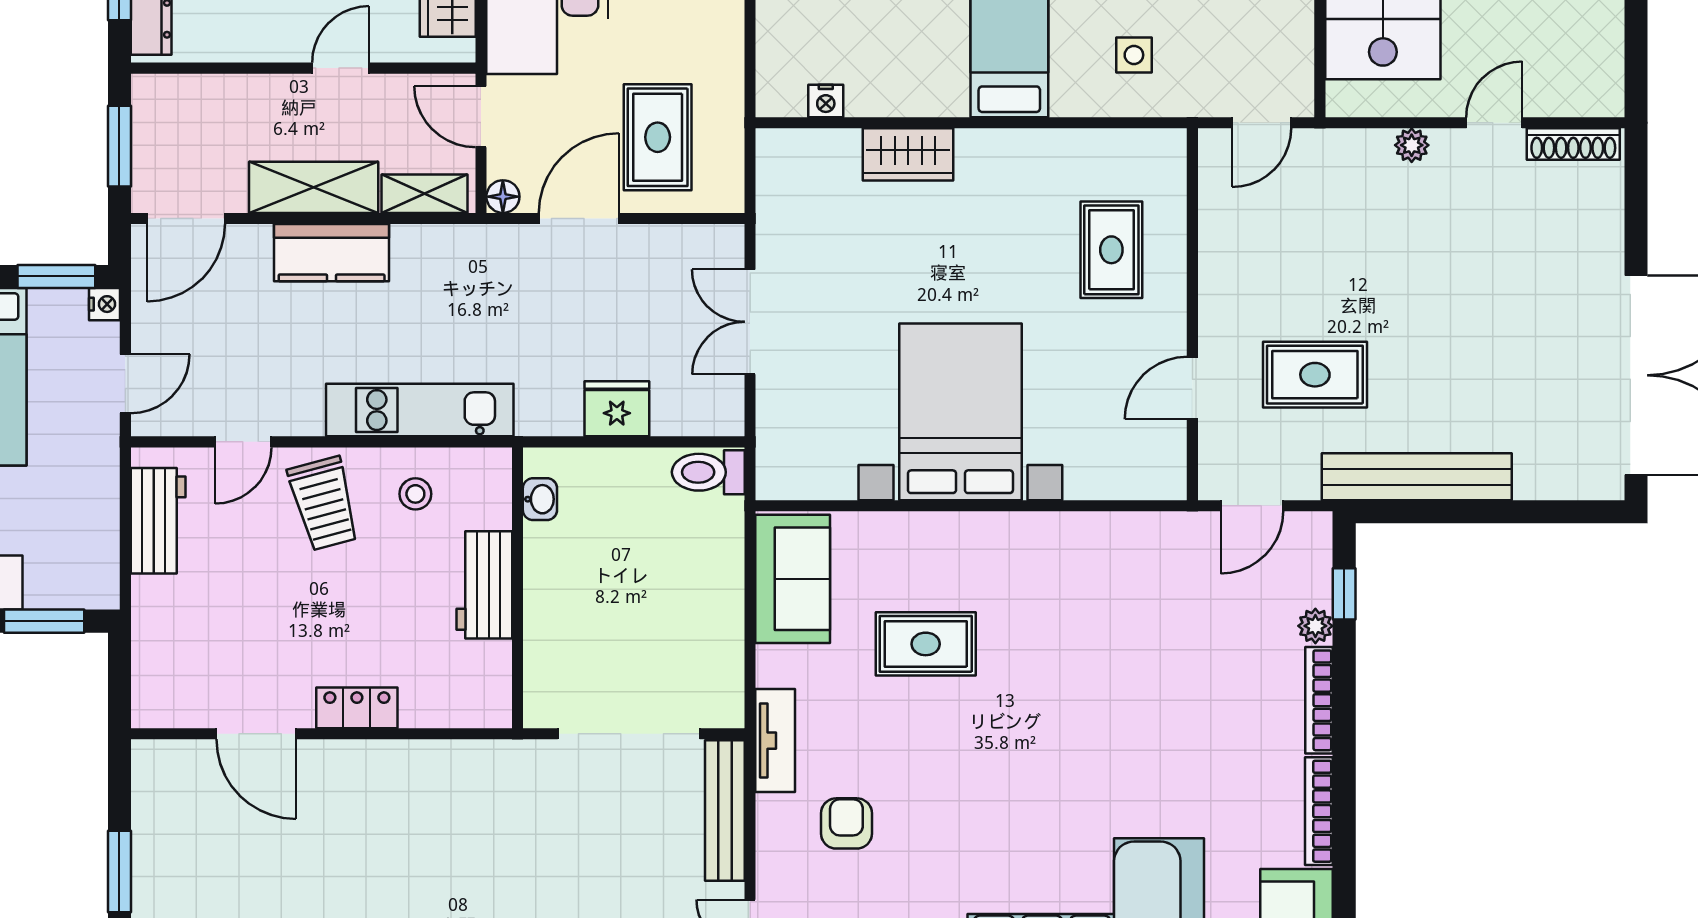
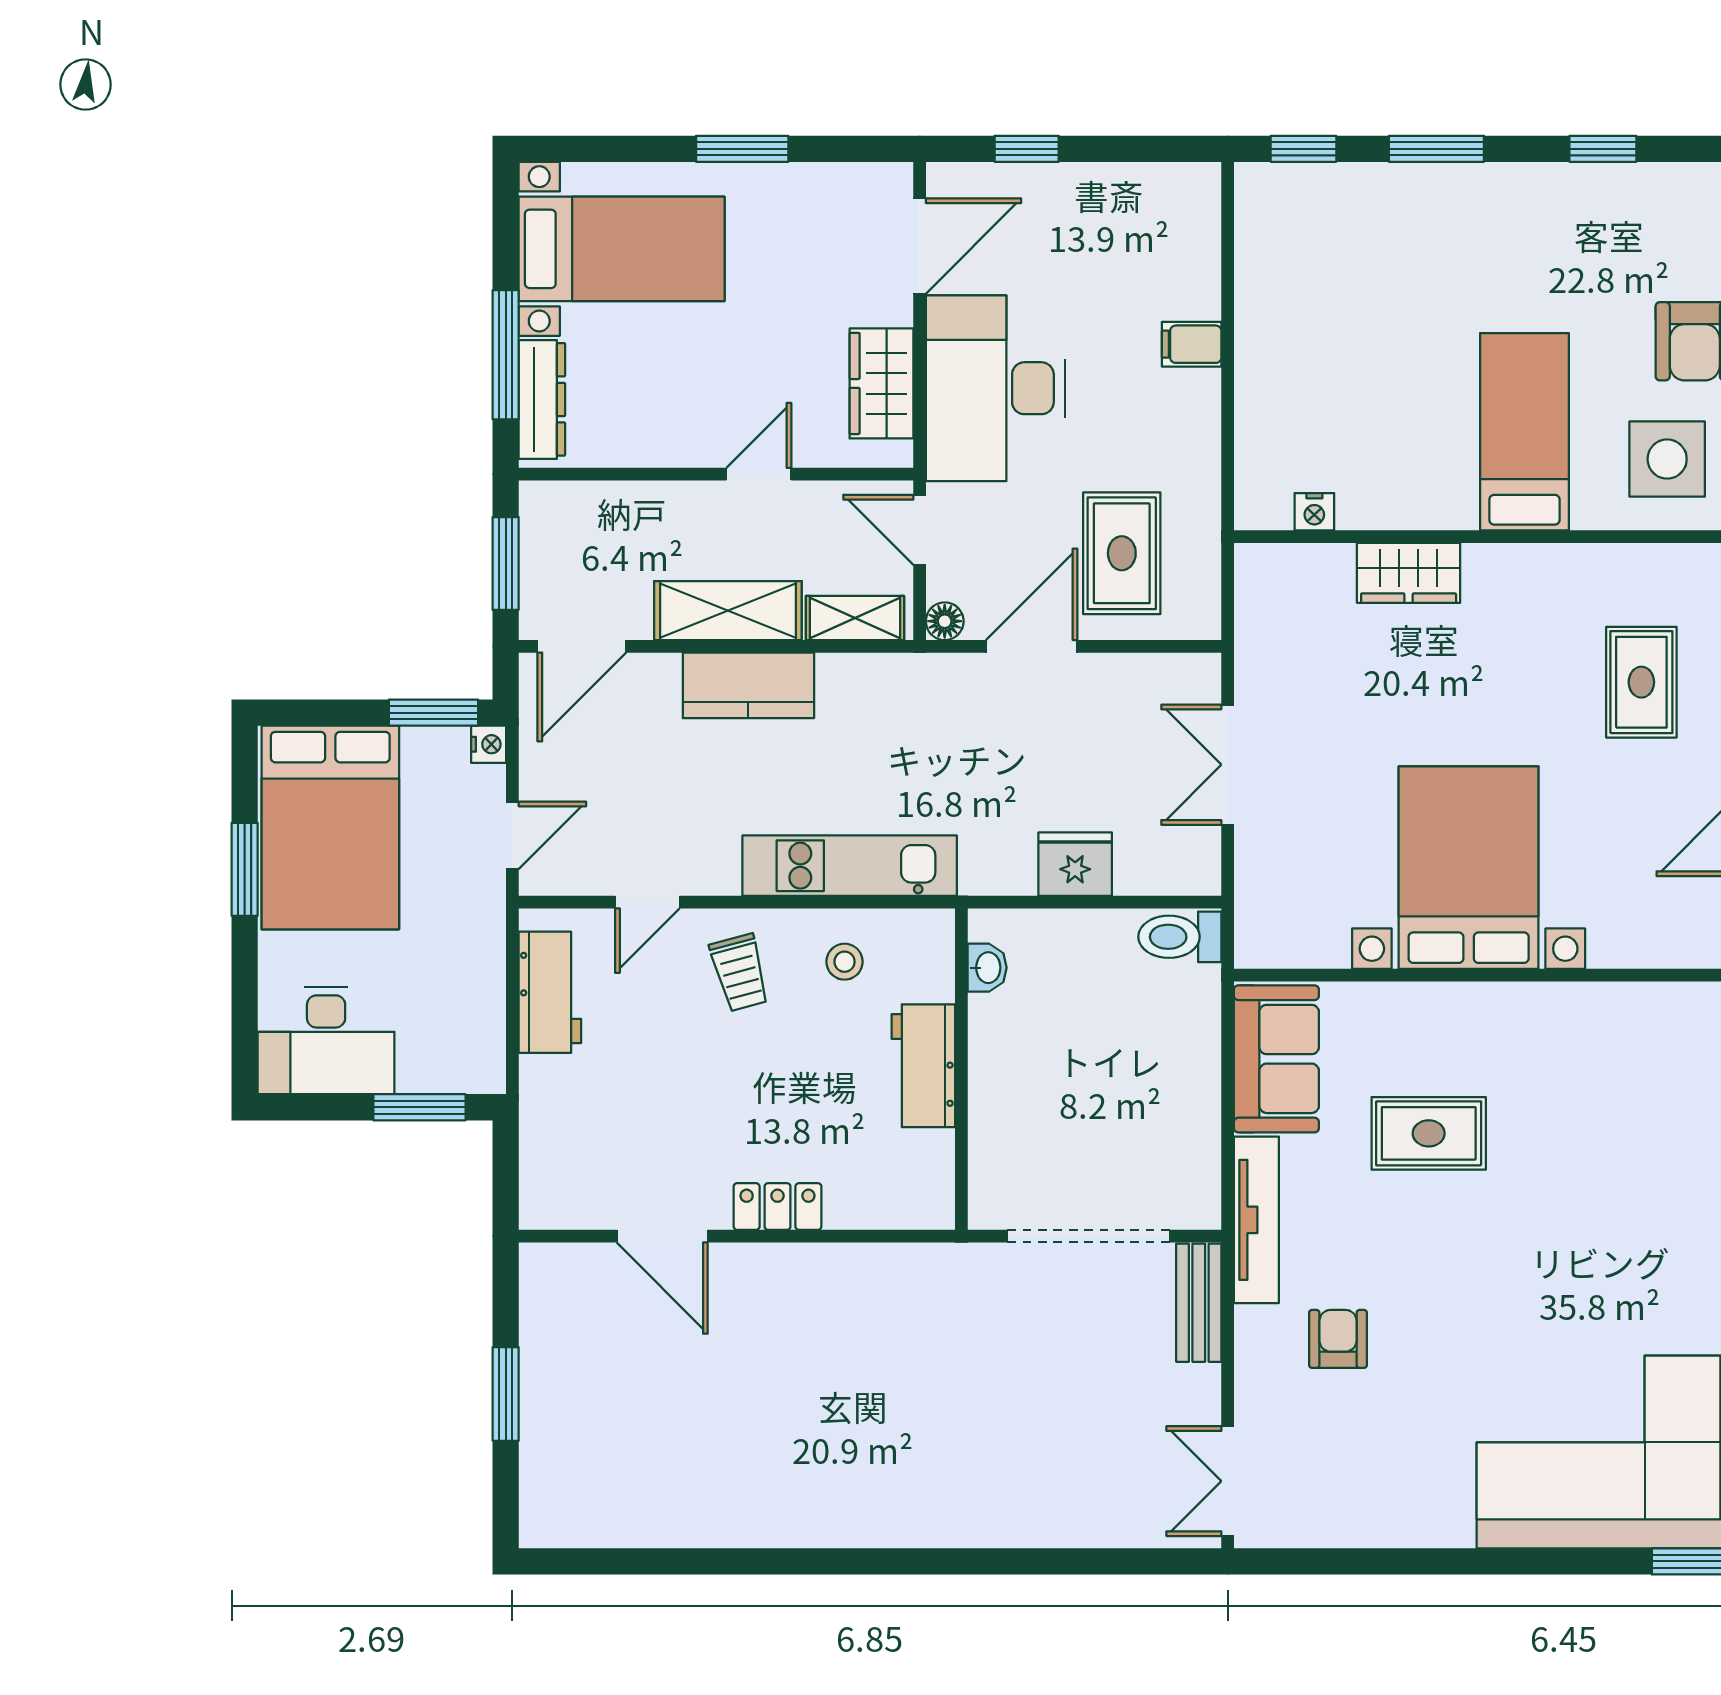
side table: (1134, 55) -> (1667, 459), width x1.87, depth x1.87
trolley: (324, 503) -> (740, 973), width x0.73, depth x0.72
tv unit: (775, 741) -> (1256, 1220), width x1.41
bench: (725, 811) -> (1199, 1303), width x0.73

